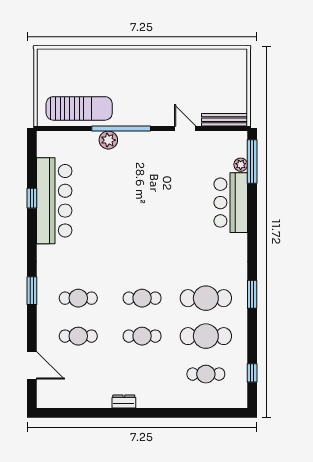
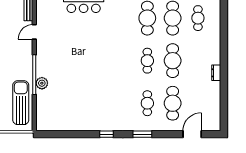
window: (32, 198) -> (106, 134), moved
bar counter: (54, 201) -> (82, 119), removed
cafe table: (78, 336) -> (173, 103), width x1.37, depth x1.35
cafe table: (142, 336) -> (173, 61), width x1.37, depth x1.35

